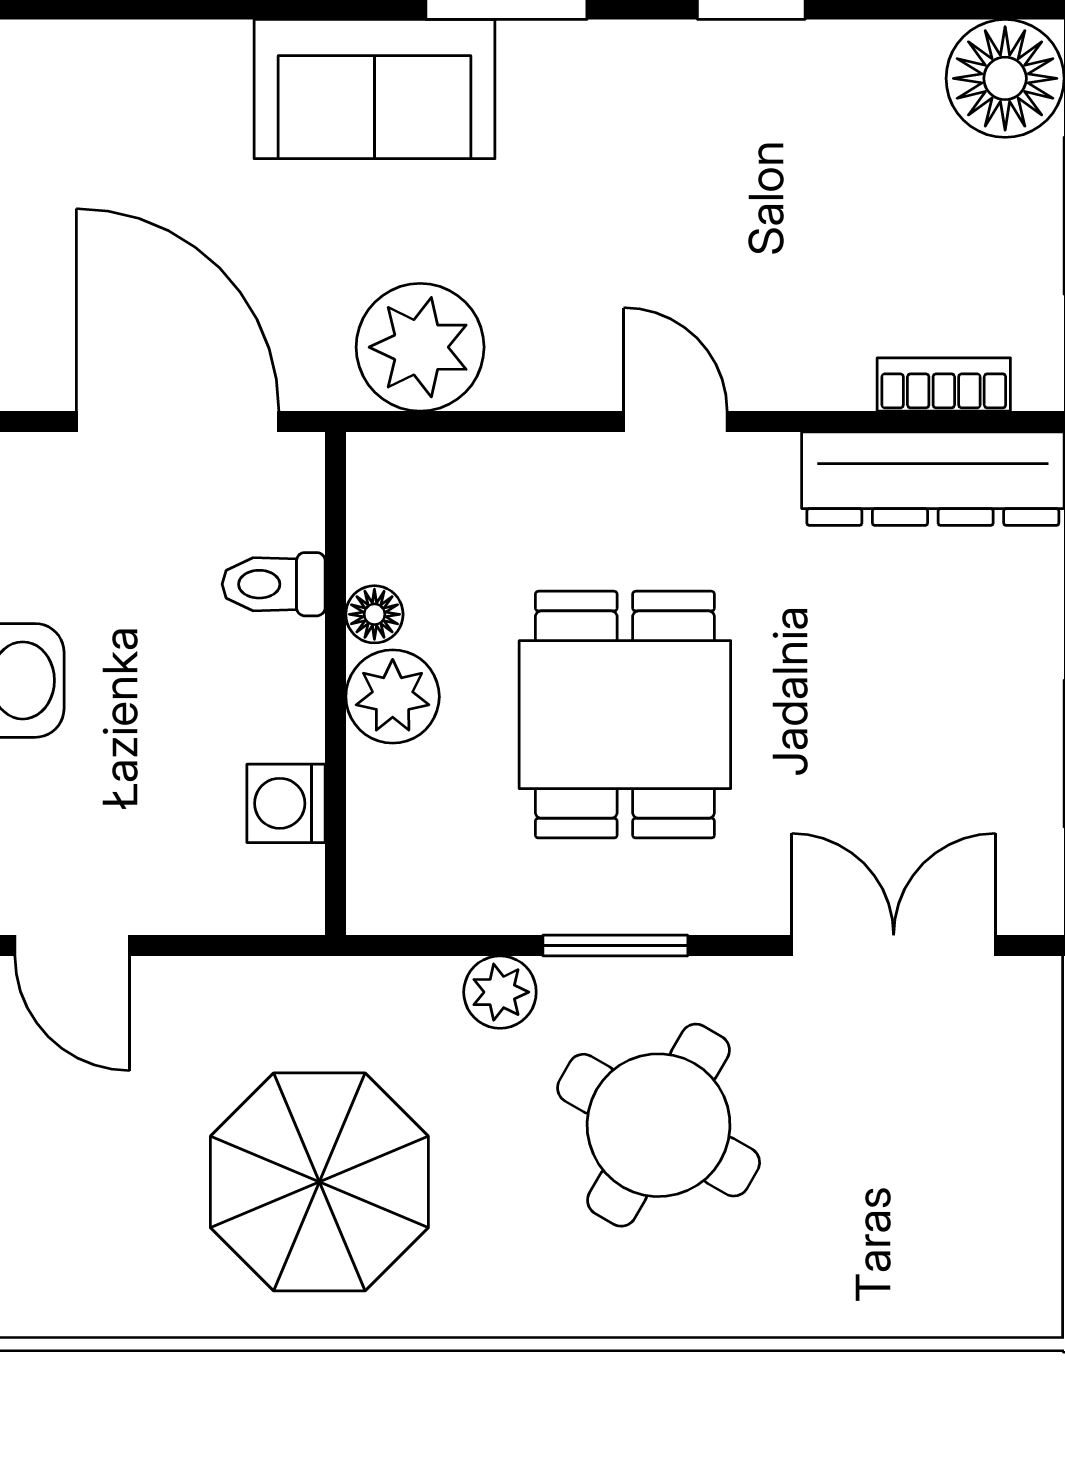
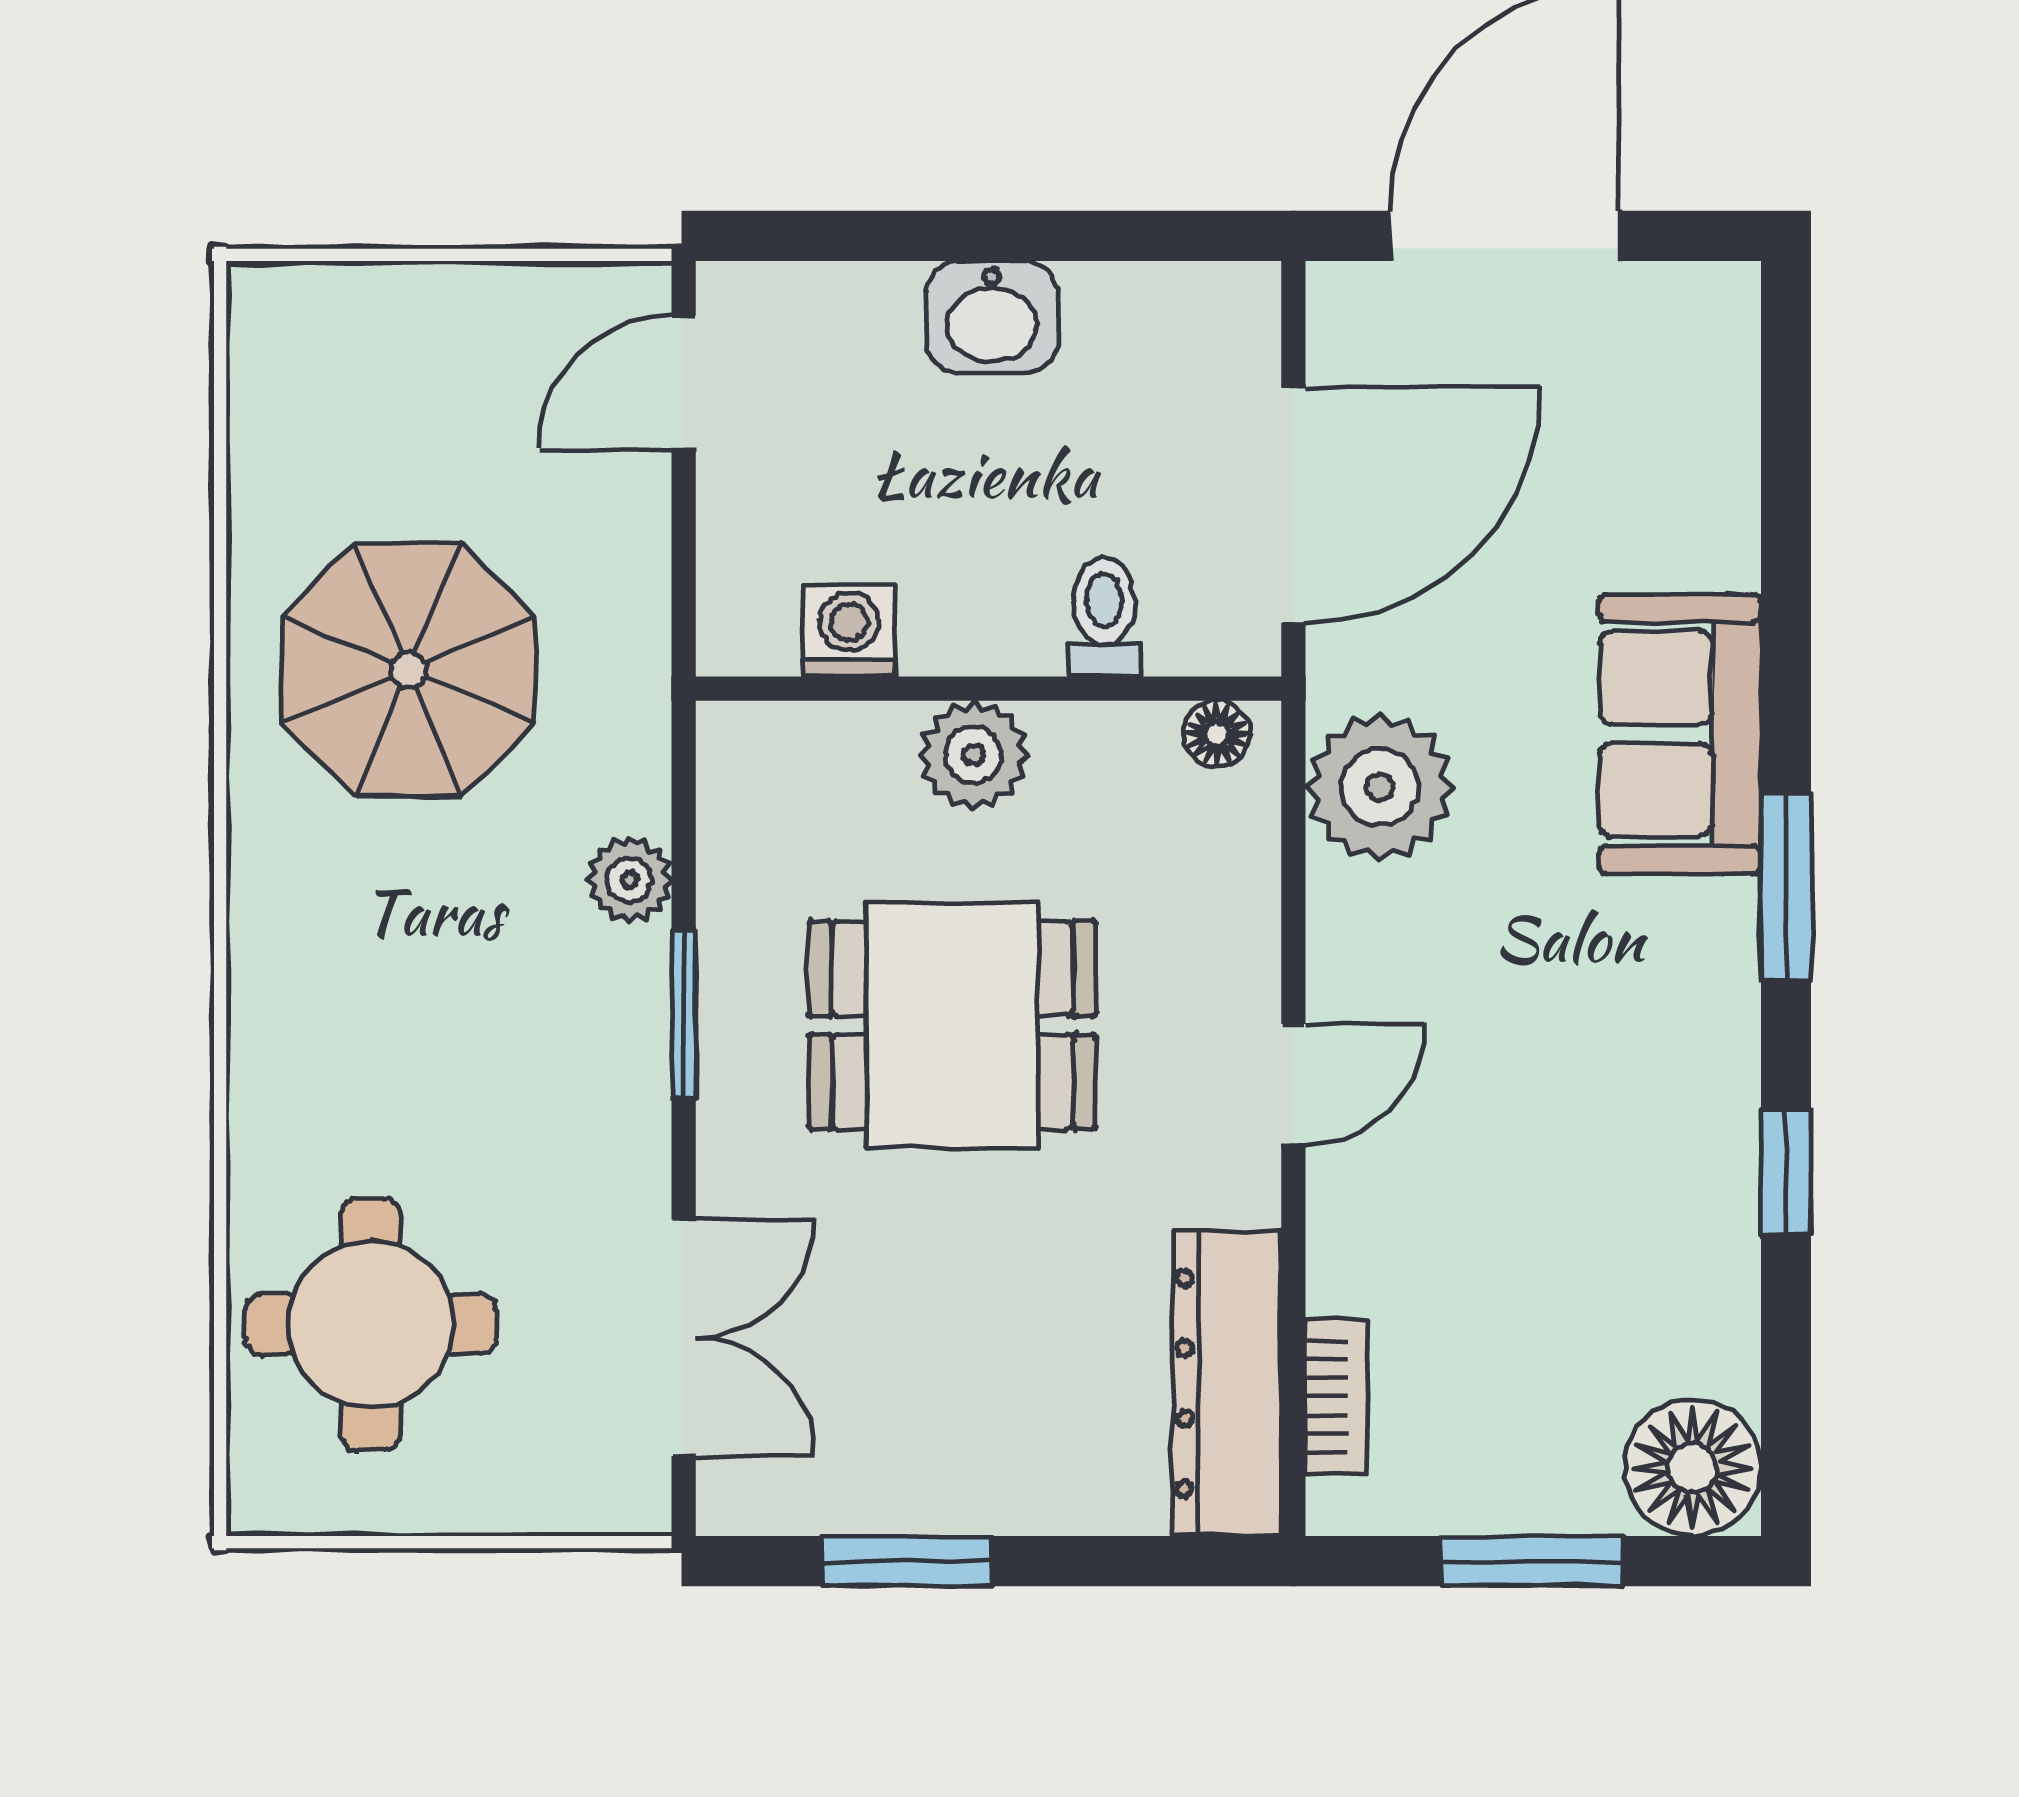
floor lamp: (374, 614) -> (1217, 734), moved
round table: (659, 1125) -> (371, 1324), moved, turned -30

